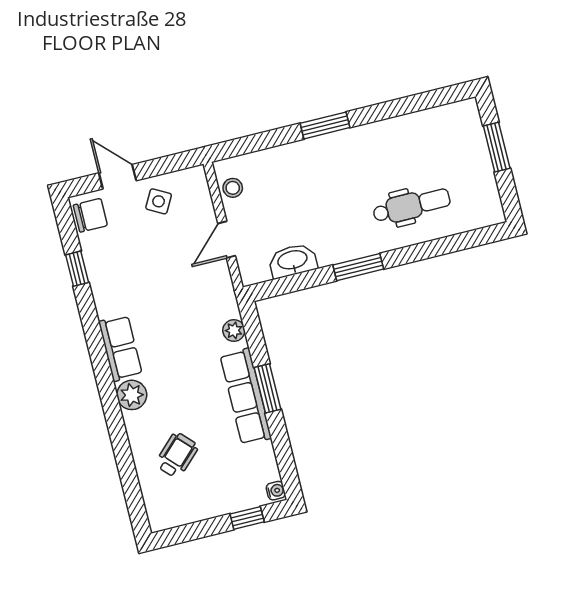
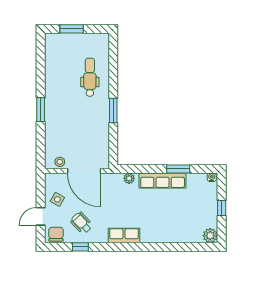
door: (227, 240) -> (84, 171), width x1.88
washbasin: (293, 261) -> (102, 141), removed
window: (268, 388) -> (178, 169), moved
plant: (132, 395) -> (210, 236), moved
wheelchair: (177, 455) -> (81, 223), moved
window: (247, 518) -> (222, 208), moved

